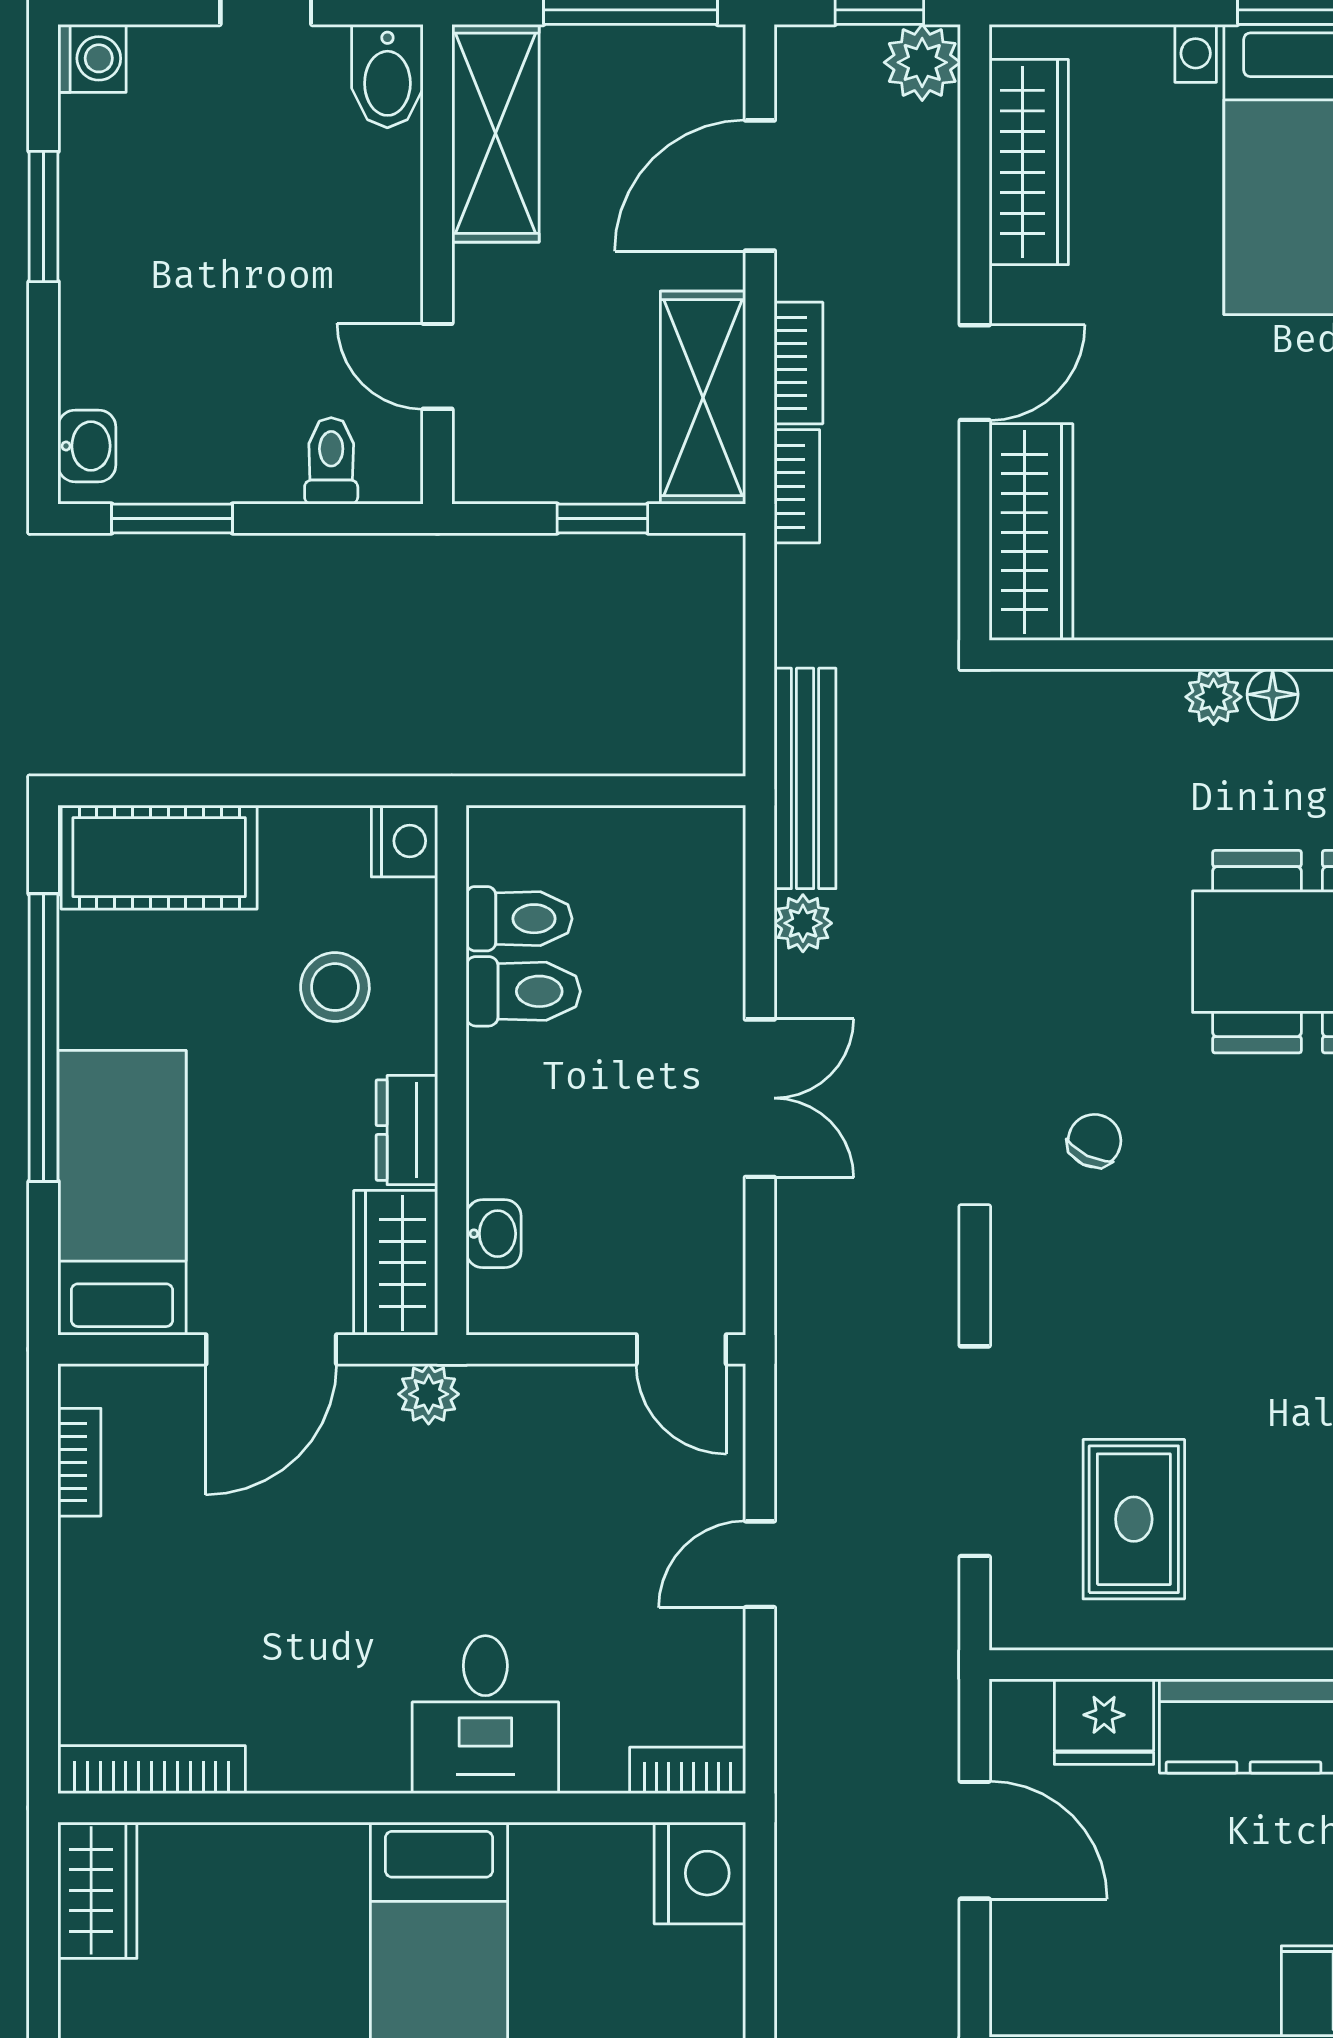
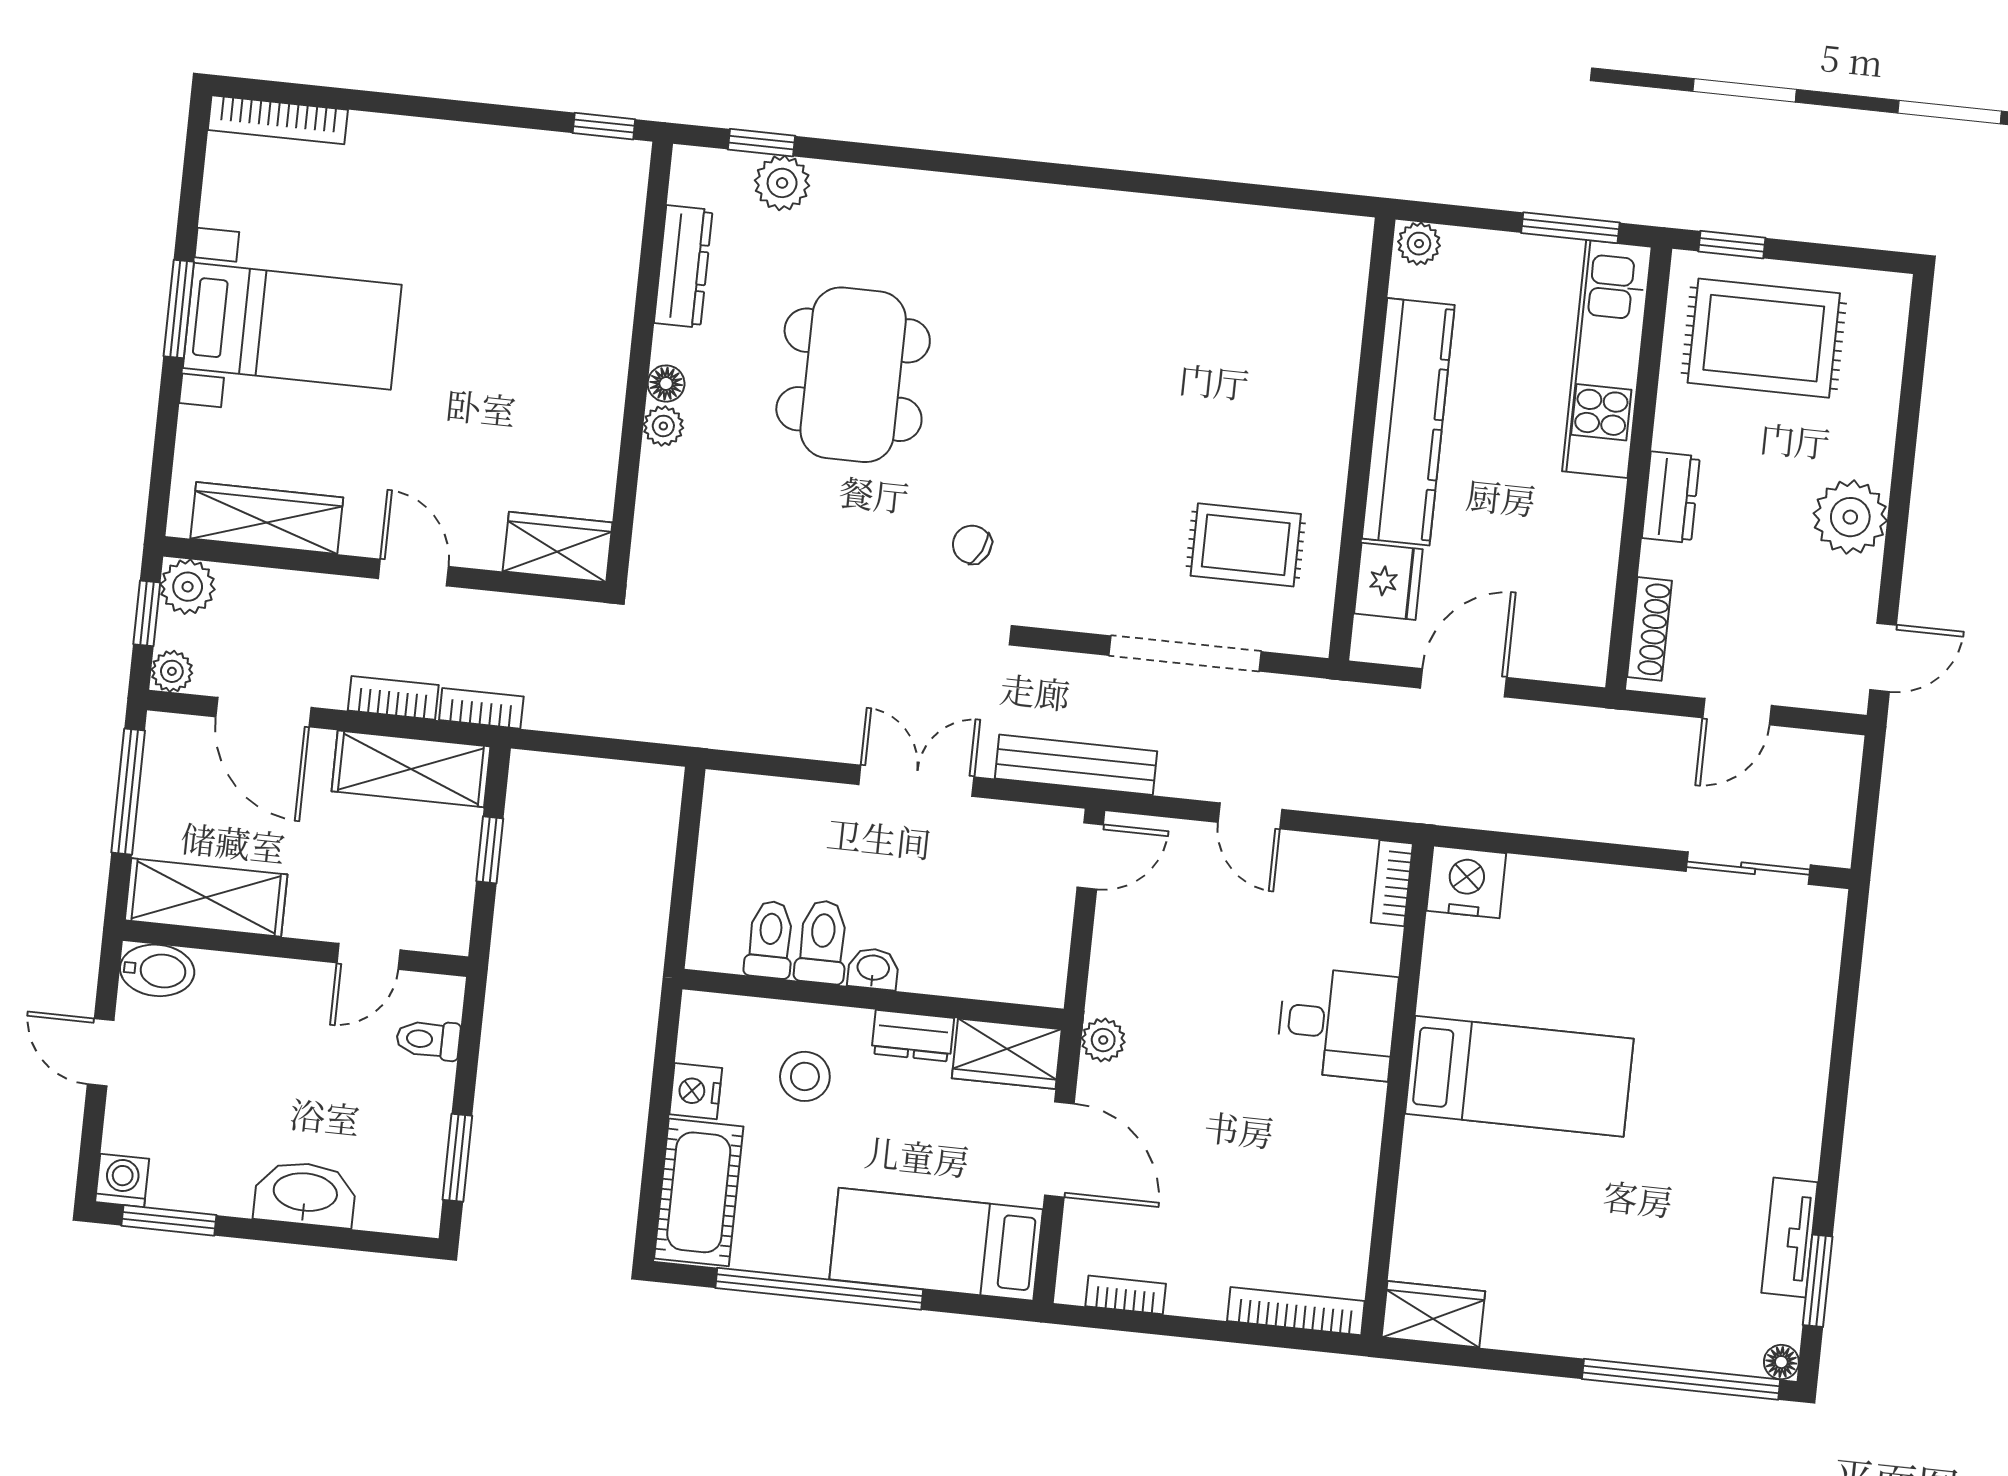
window: (44, 216) -> (169, 1220), moved
washbasin: (87, 446) -> (305, 1194), moved, width x1.91, depth x1.45
wardrobe: (1031, 532) -> (558, 547), width x0.67
bench: (805, 778) -> (1076, 765), moved
nightstand: (404, 841) -> (696, 1091), moved, turned -90
plant: (803, 923) -> (172, 671), moved
washbasin: (494, 1234) -> (873, 969), moved
bookcase: (152, 1770) -> (1296, 1311), moved, turned 90

